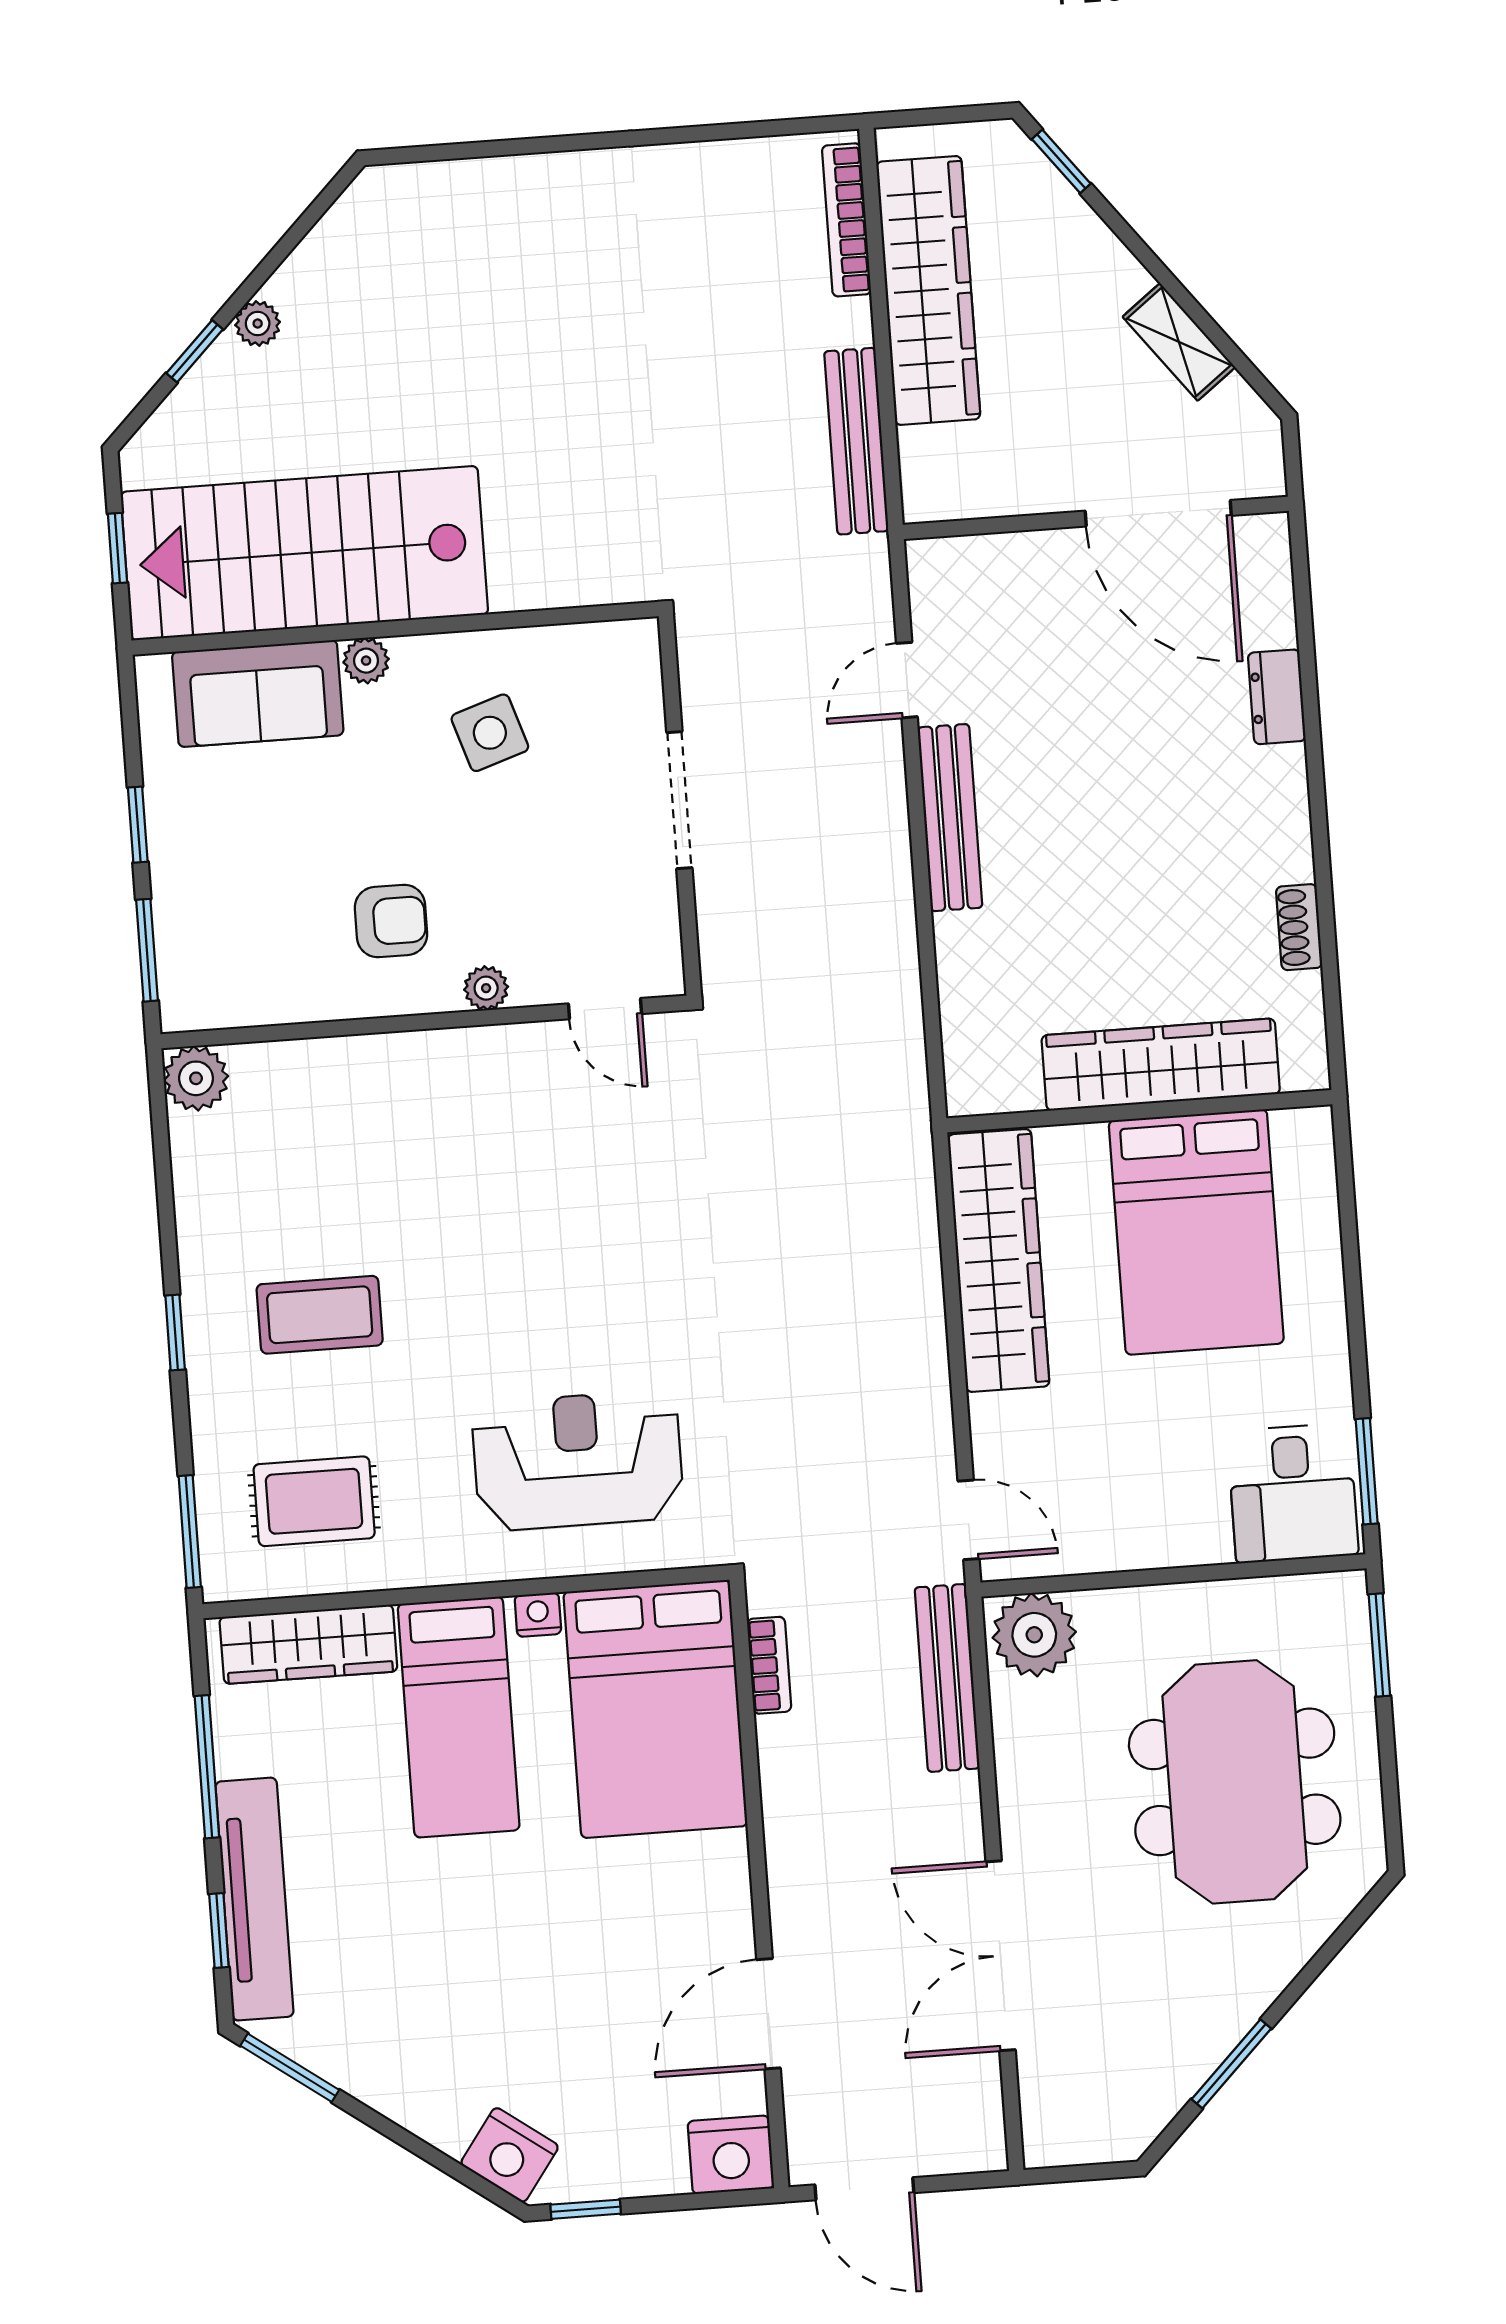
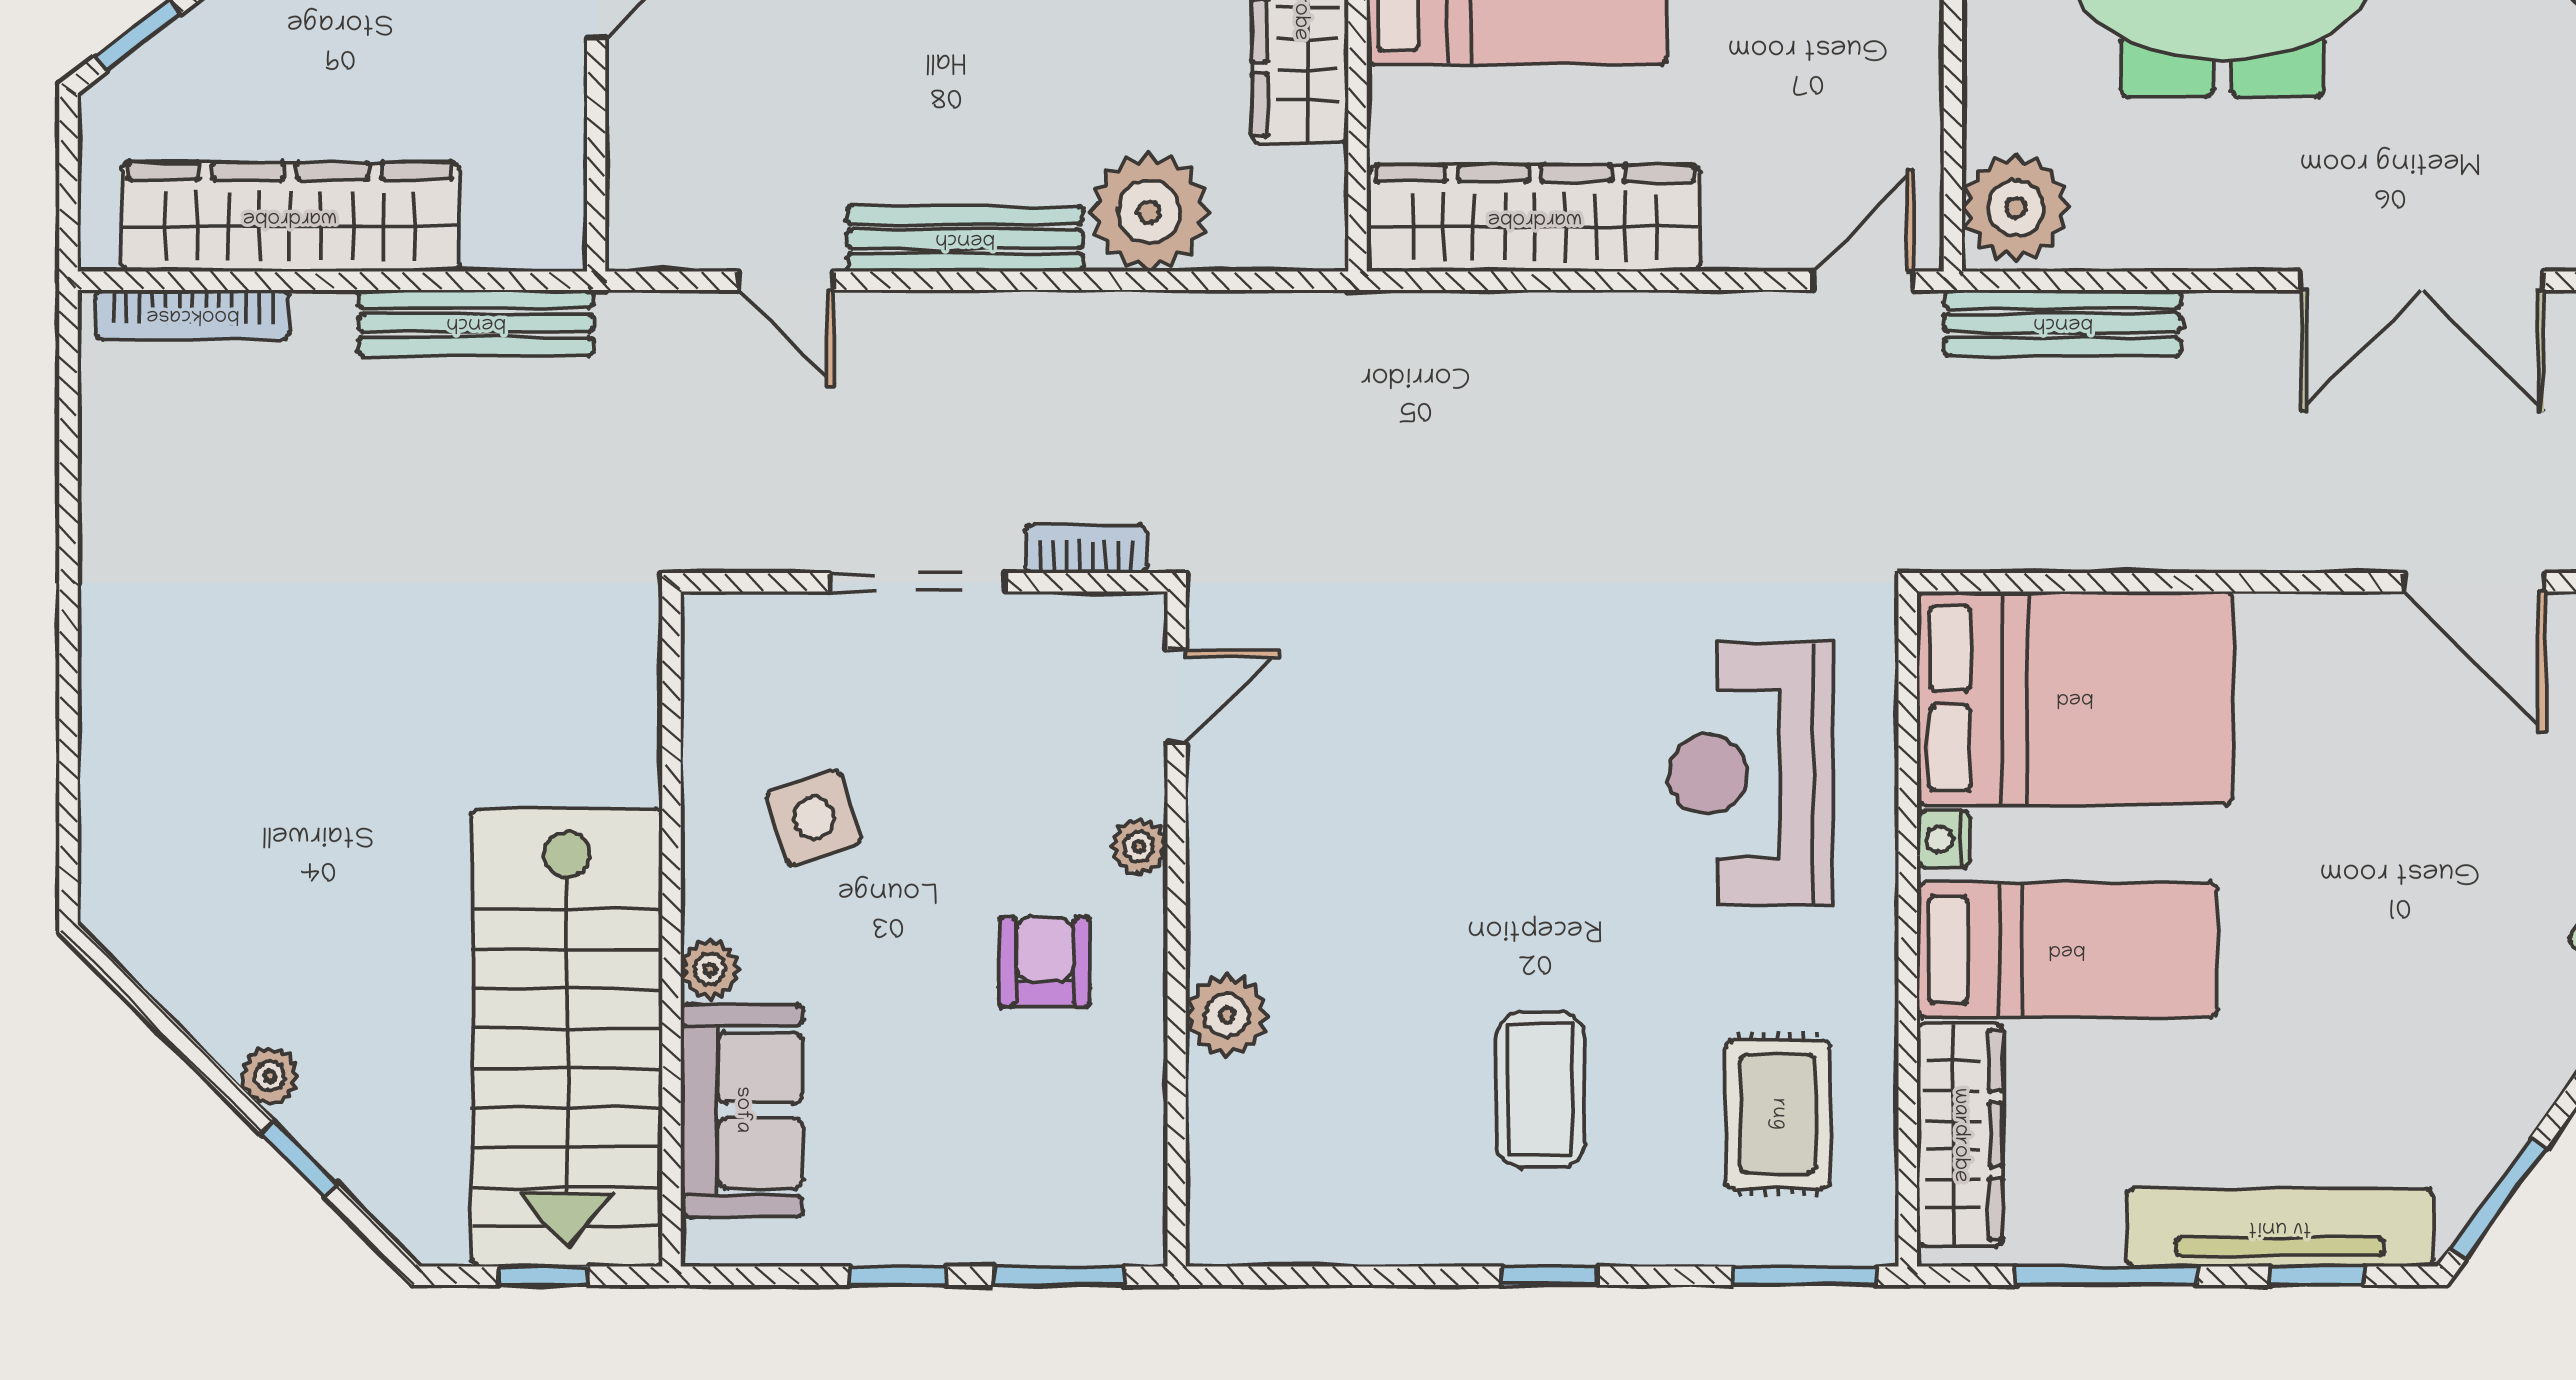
plant: (981, 959) -> (1149, 212), added
plant: (196, 1078) -> (1227, 1015), moved
bookcase: (769, 1665) -> (1086, 549), moved

